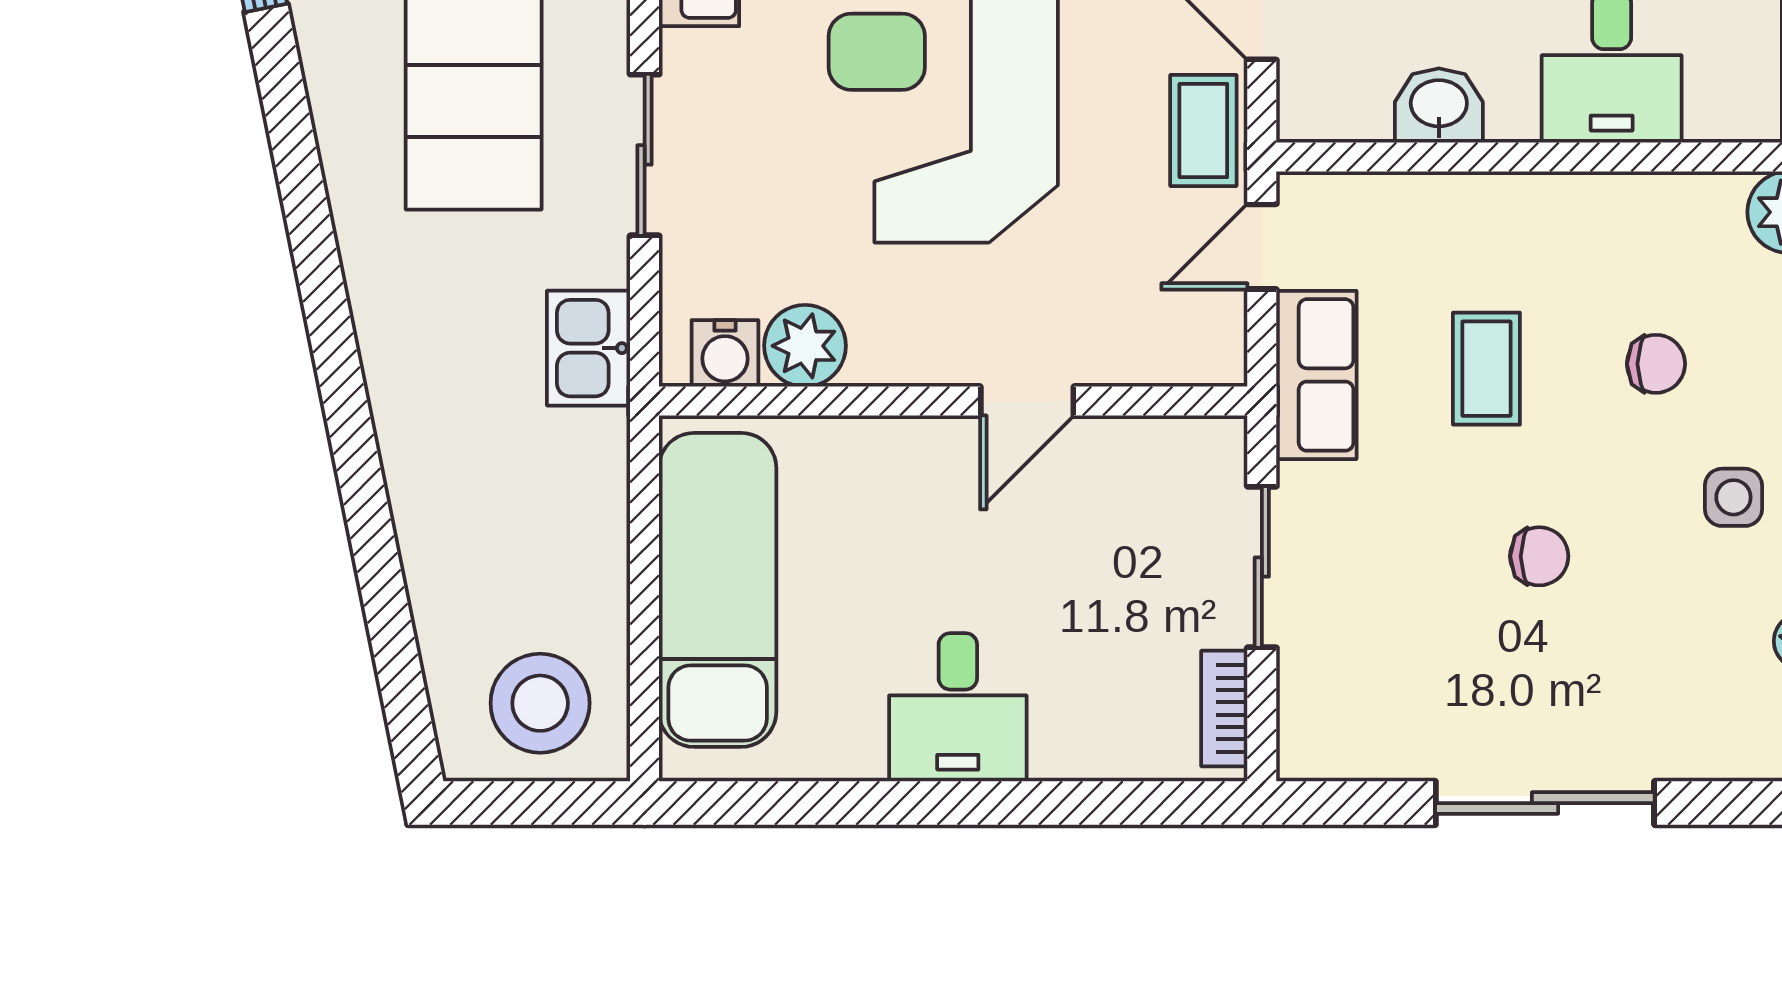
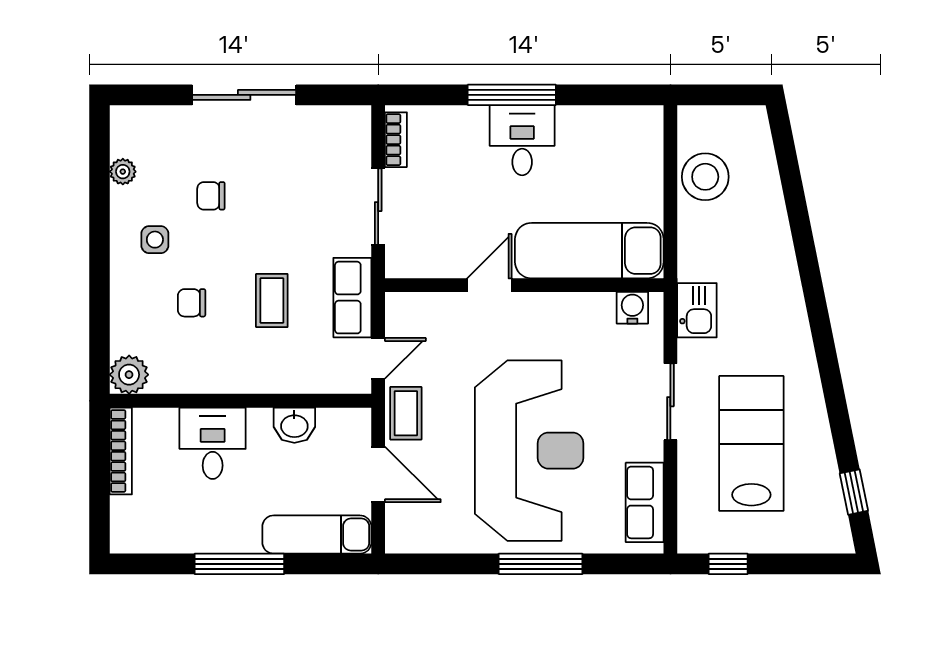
plant: (805, 346) -> (594, 311), removed
chair: (1539, 556) -> (211, 196), moved
exam couch: (718, 590) -> (589, 251), moved, turned 90
stool: (540, 703) -> (705, 177), moved
window: (980, 803) -> (512, 95), added

